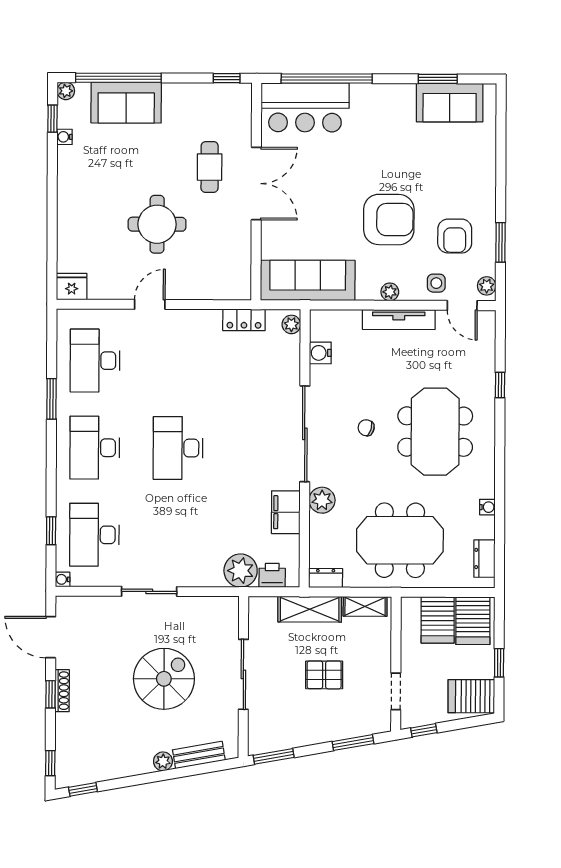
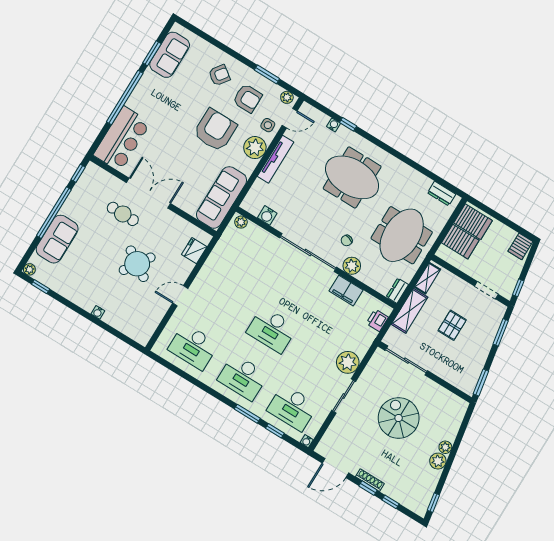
window: (118, 78) -> (54, 213), moved
window: (327, 79) -> (125, 98), moved
water cooler: (65, 137) -> (98, 312), moved
armchair: (462, 182) -> (219, 75), added
round table: (157, 224) -> (137, 264), turned 33
fridge: (72, 286) -> (194, 251), moved
plant: (390, 292) -> (255, 148), width x1.88, depth x1.88
door: (150, 304) -> (180, 296), hinge flipped
locker: (244, 320) -> (222, 247), removed
window: (52, 399) -> (247, 414), moved
chair: (366, 428) -> (347, 240), moved
water cooler: (487, 507) -> (334, 125), moved
plant: (241, 571) -> (348, 362), moved
window: (499, 663) -> (506, 221), removed
sliding door: (243, 674) -> (406, 361), moved
server rack: (471, 696) -> (520, 246), width x0.73, depth x0.70
bench: (199, 755) -> (454, 425), removed
window: (50, 763) -> (390, 502), moved
plant: (139, 763) -> (438, 461), added

